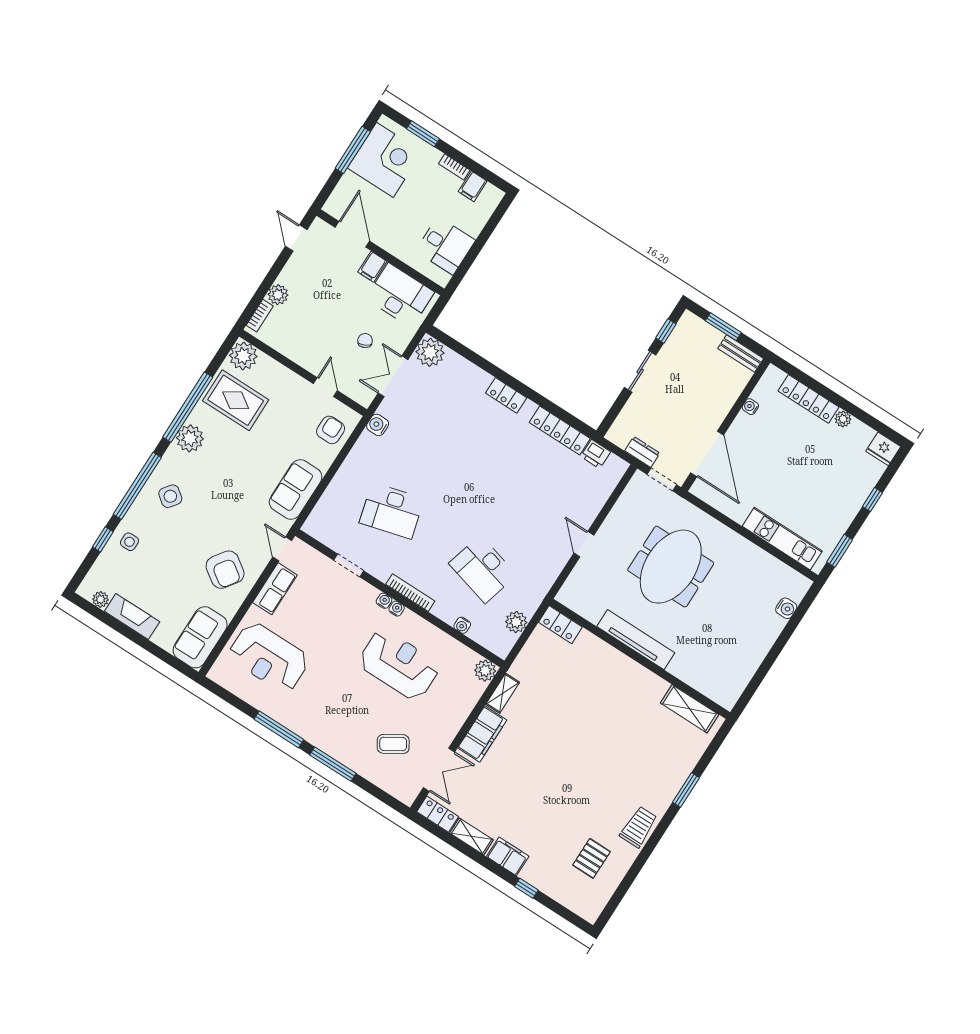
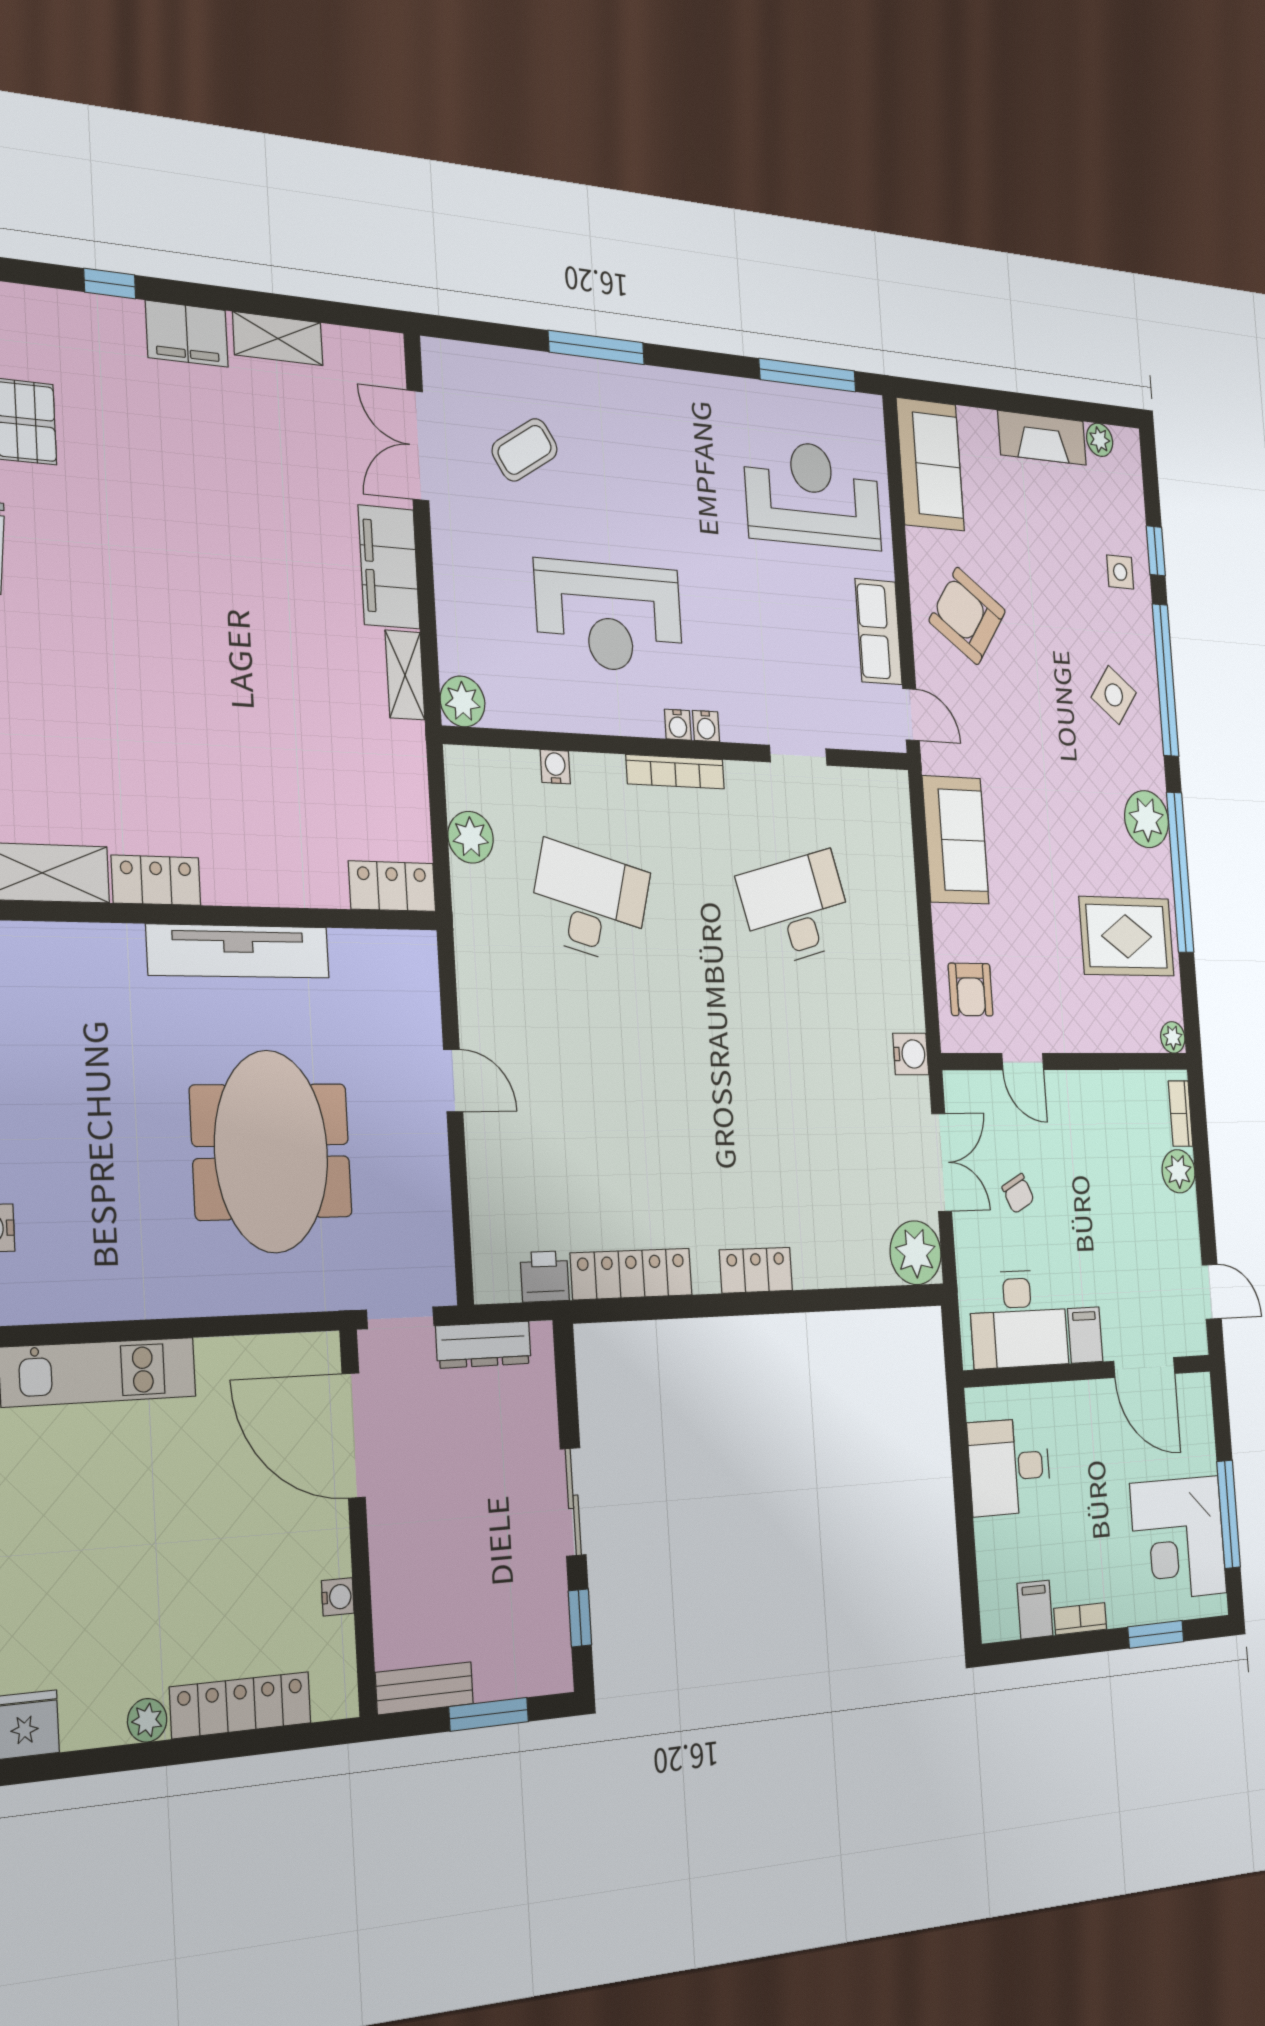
plant: (243, 356) -> (1173, 1037), width x0.53, depth x0.53
dresser: (642, 452) -> (484, 1345), width x1.44
window: (279, 729) -> (808, 375), moved
locker: (438, 814) -> (156, 880), moved, turned 180

